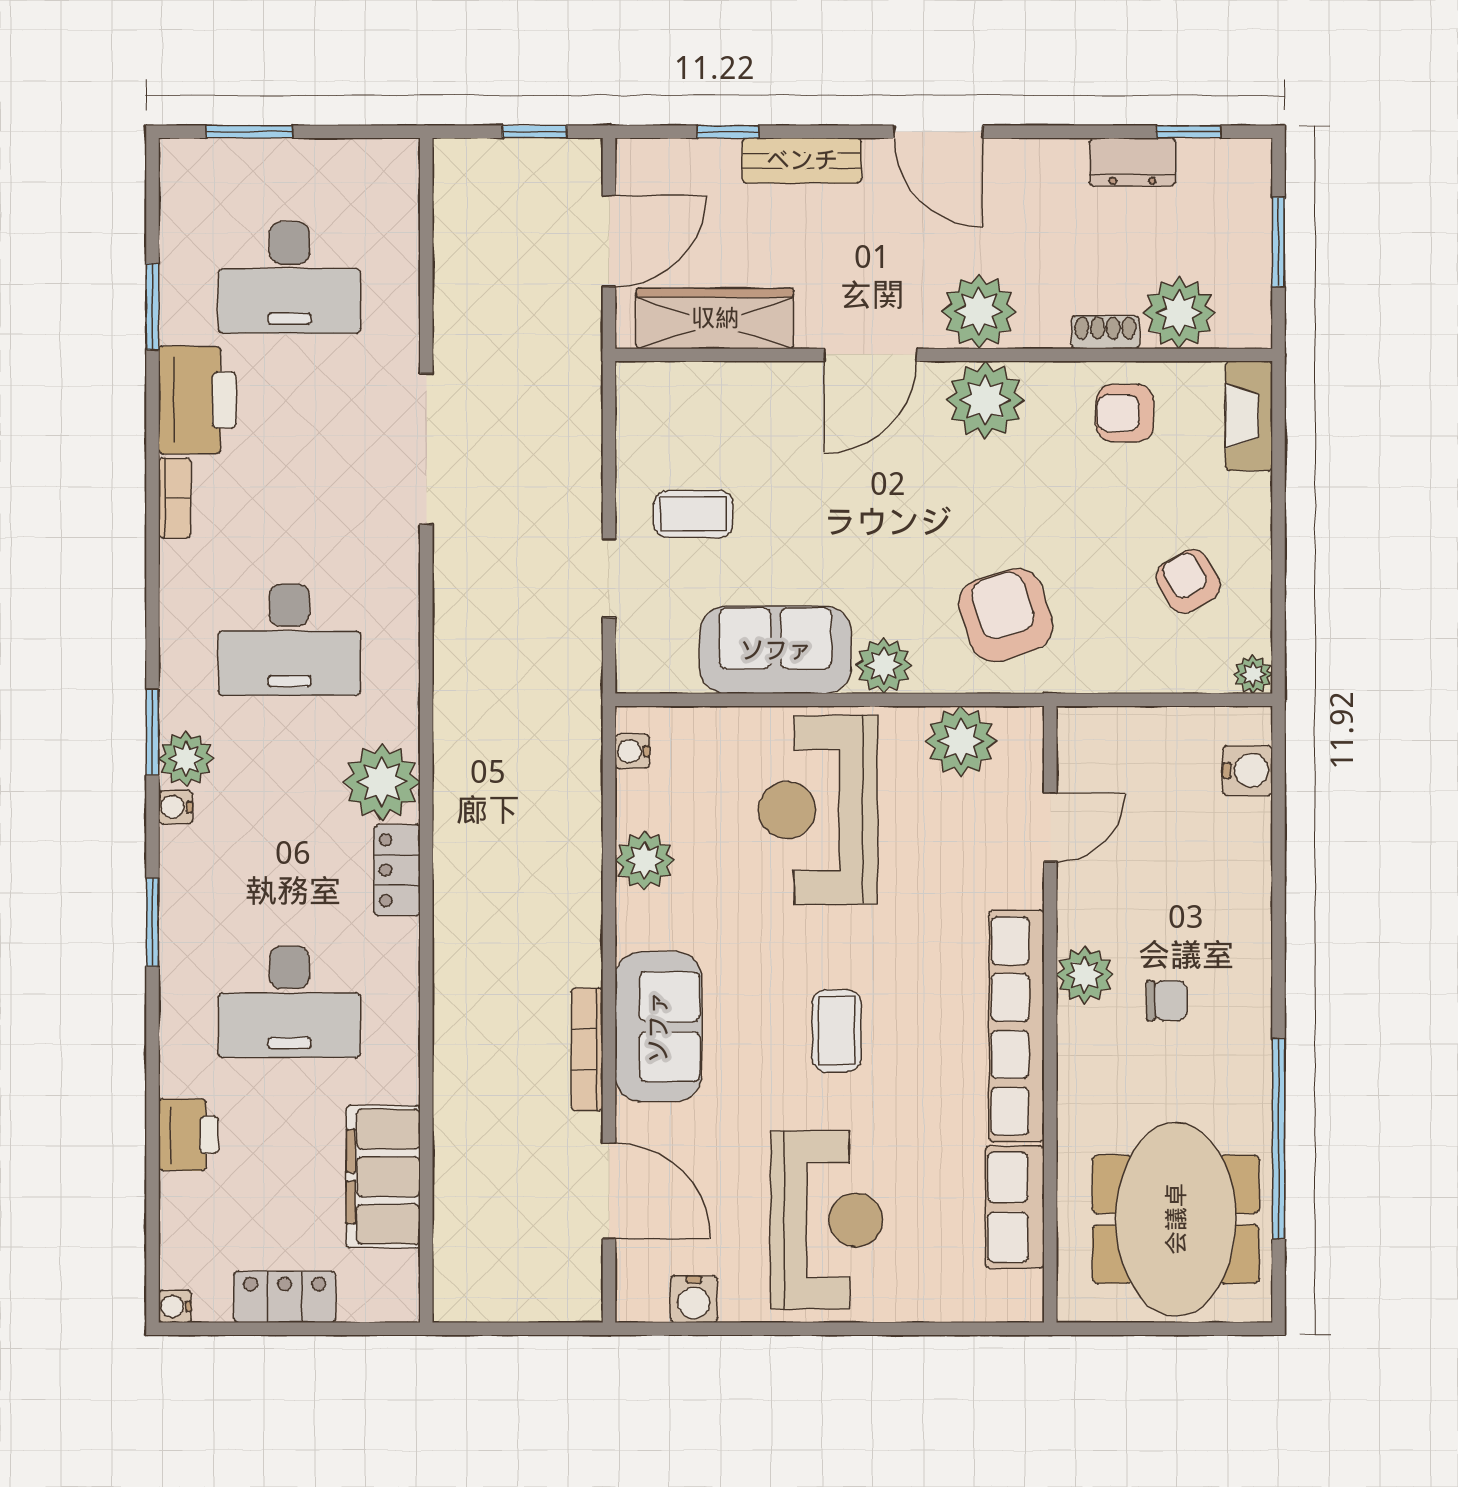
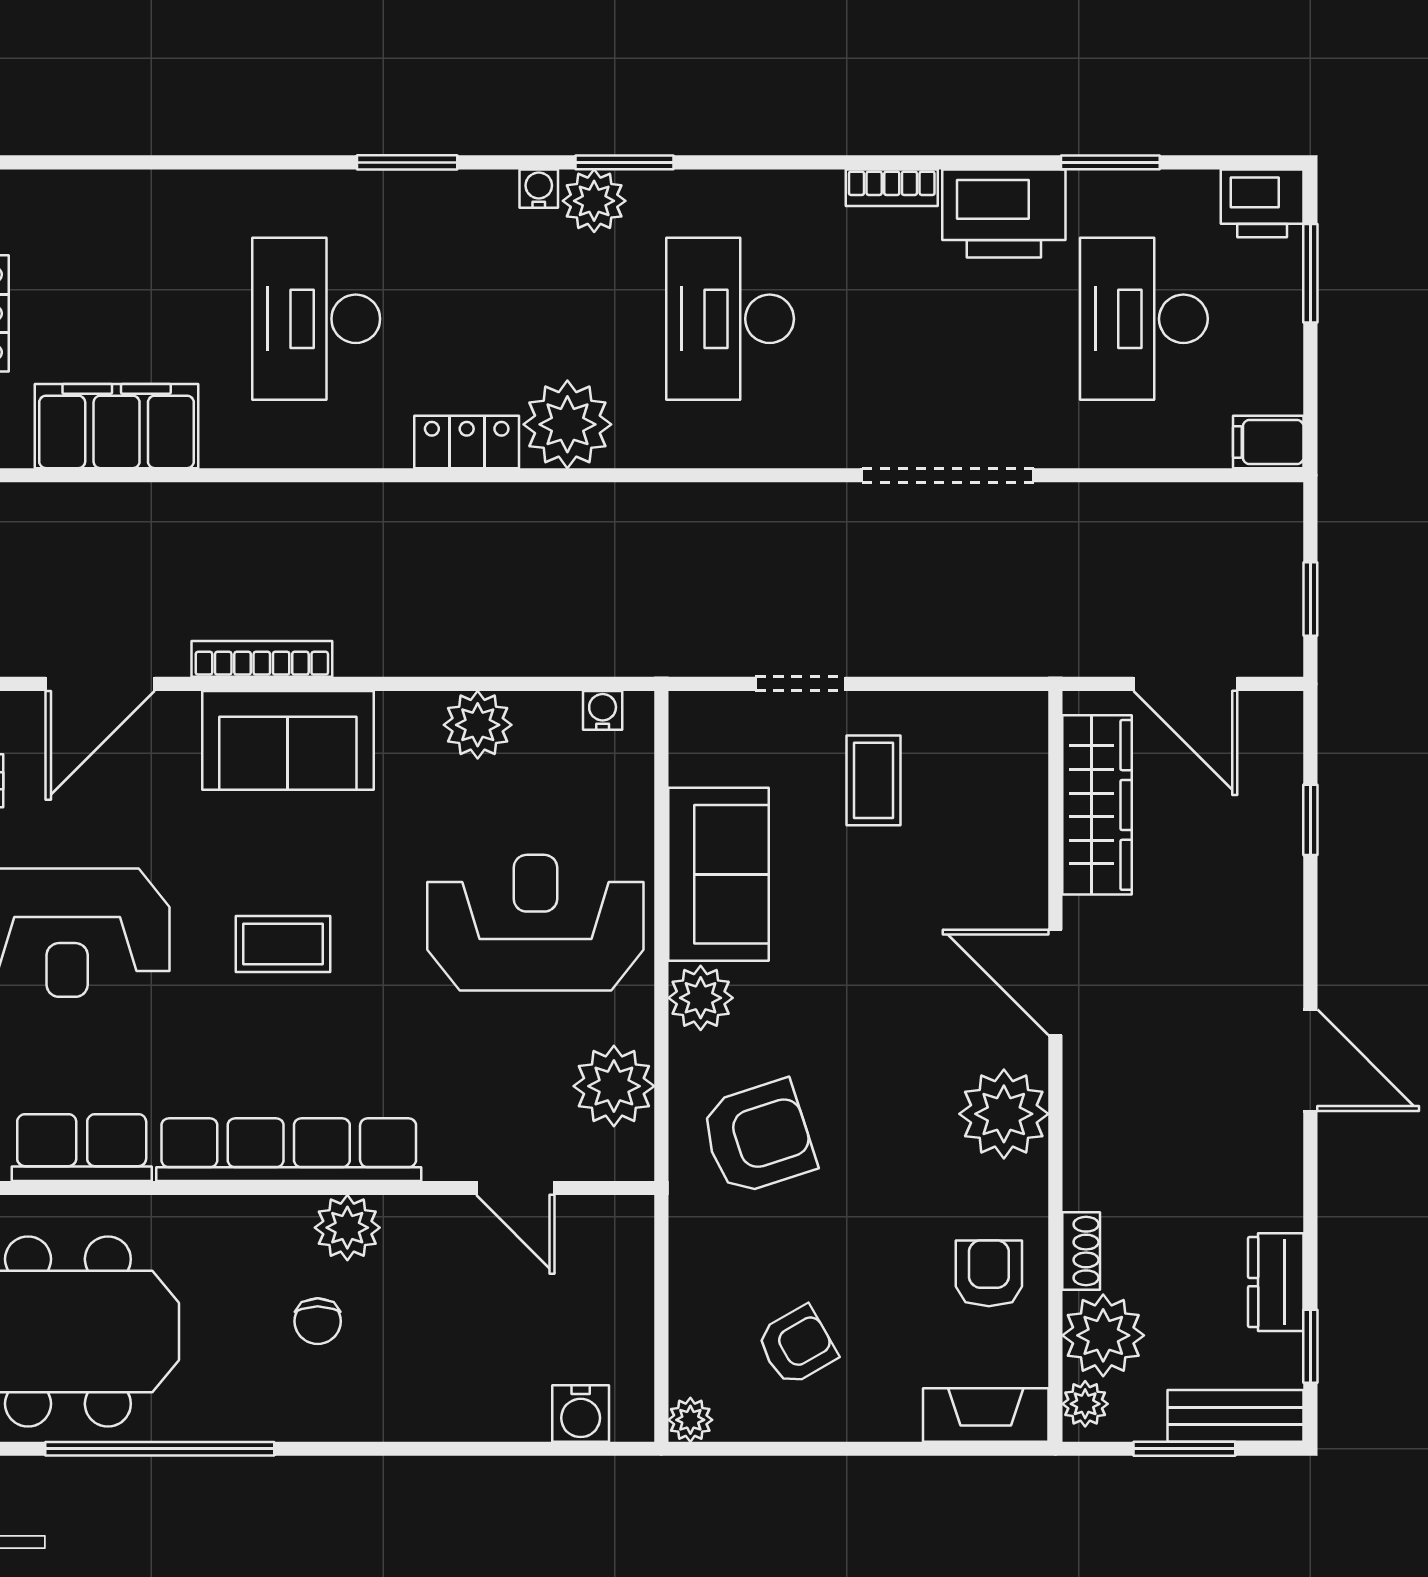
door: (938, 132) -> (1310, 1060), swing flipped
bench: (802, 160) -> (1235, 1416), moved, turned 90
filing cabinet: (397, 168) -> (1268, 442), added
plant: (979, 311) -> (1085, 1404), moved, width x0.53, depth x0.53
printer: (188, 1135) -> (1262, 203), moved

